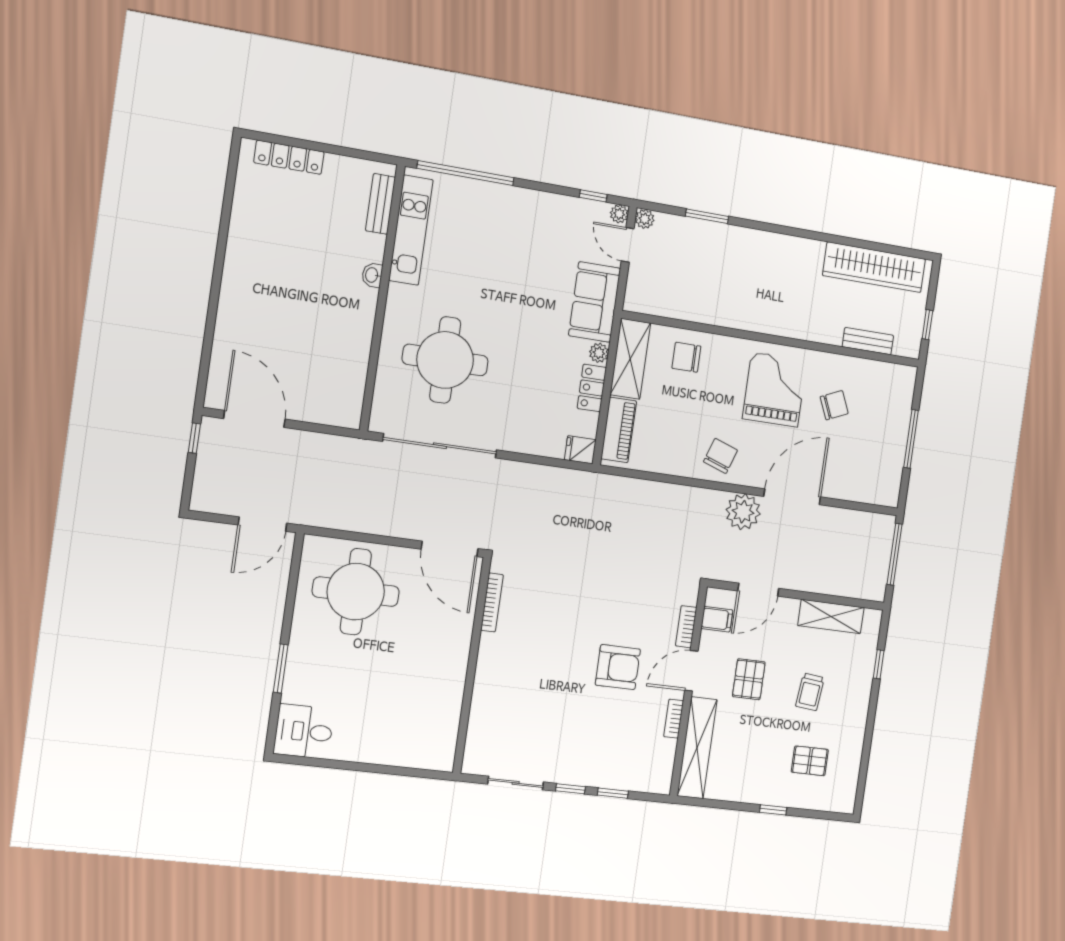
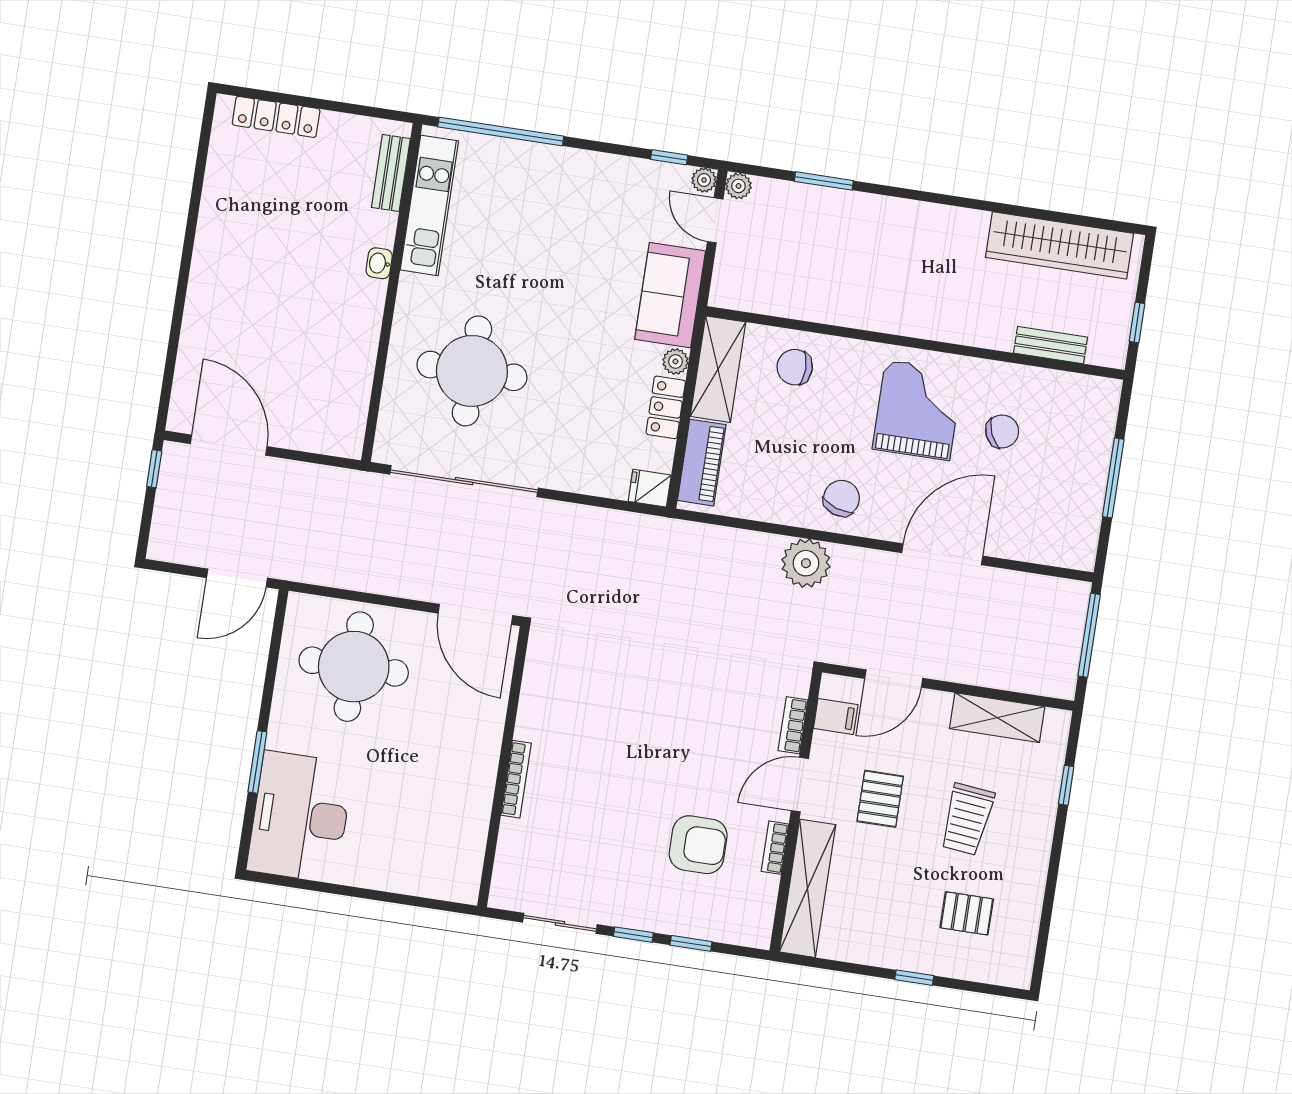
plant: (743, 512) -> (806, 563), moved
bookcase: (492, 602) -> (516, 779), moved
armchair: (618, 667) -> (698, 845), moved
trolley: (810, 692) -> (967, 819), width x1.36, depth x1.39
desk: (304, 731) -> (300, 817), width x1.87, depth x1.30

